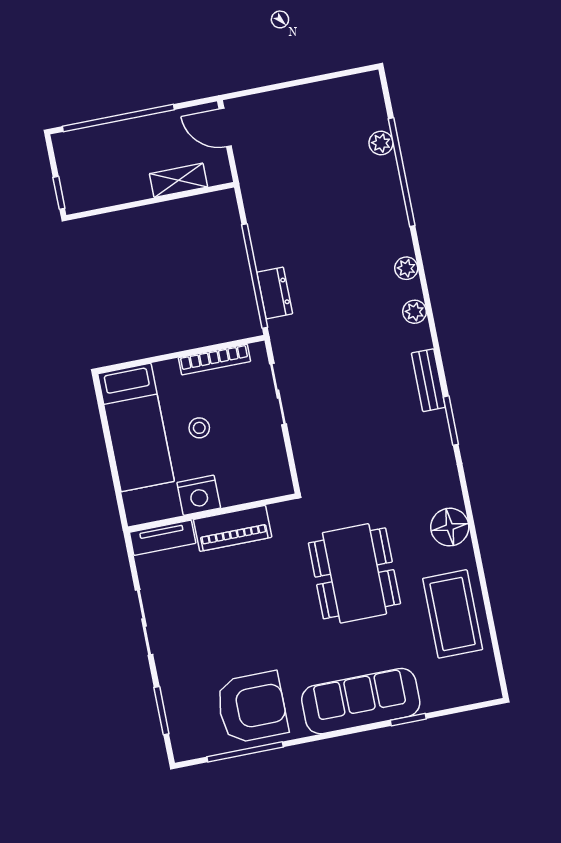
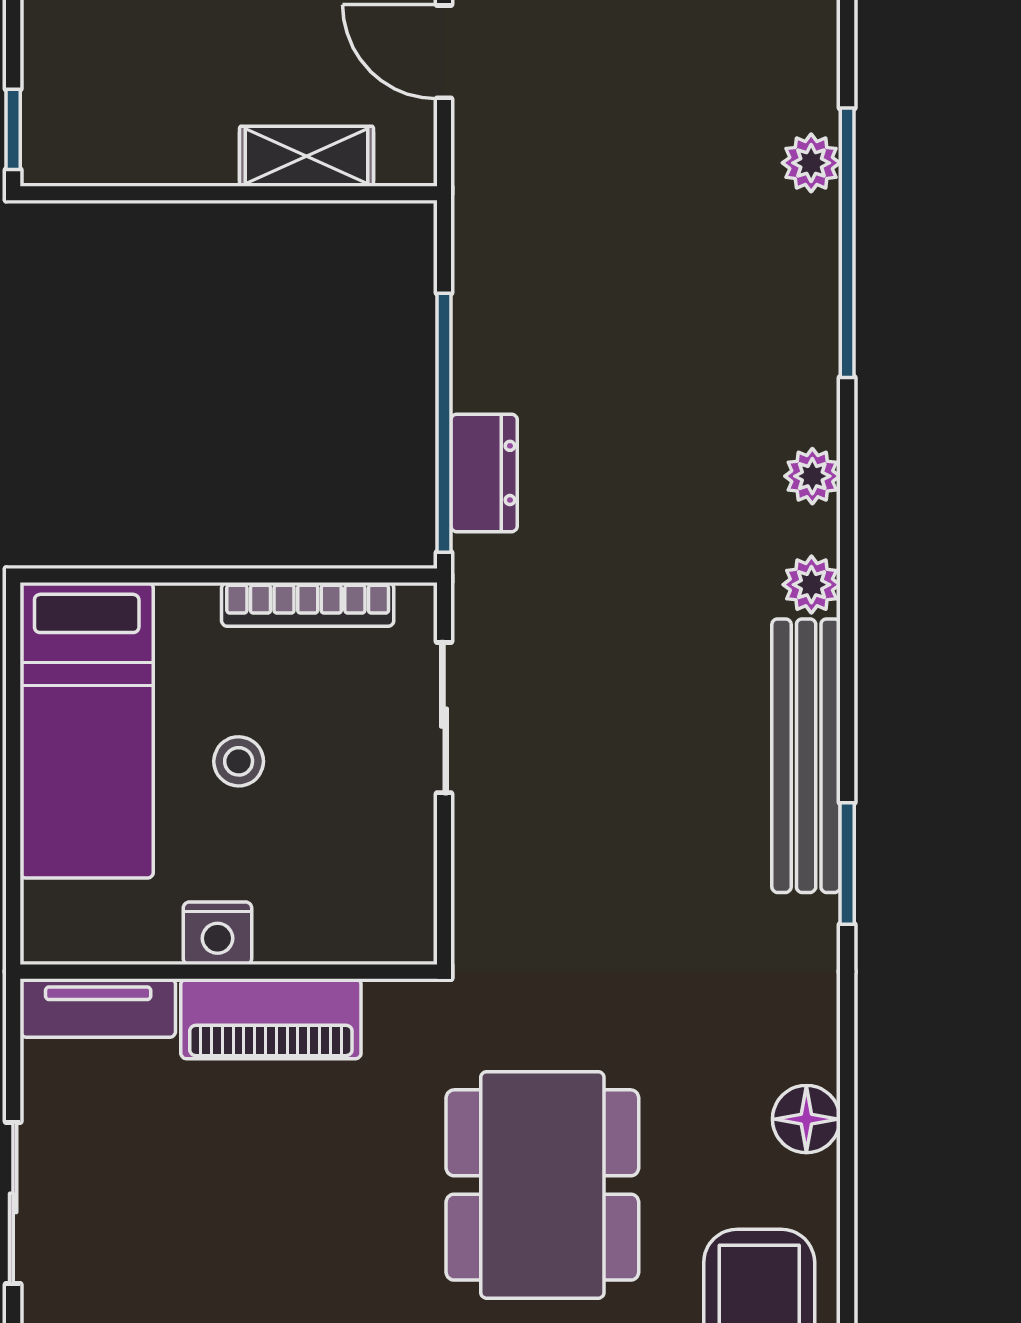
bench: (428, 380) -> (806, 756), width x1.86, depth x1.21
nightstand: (199, 495) -> (217, 933), width x0.74, depth x0.75
floor lamp: (450, 527) -> (806, 1119), width x0.73, depth x0.73

